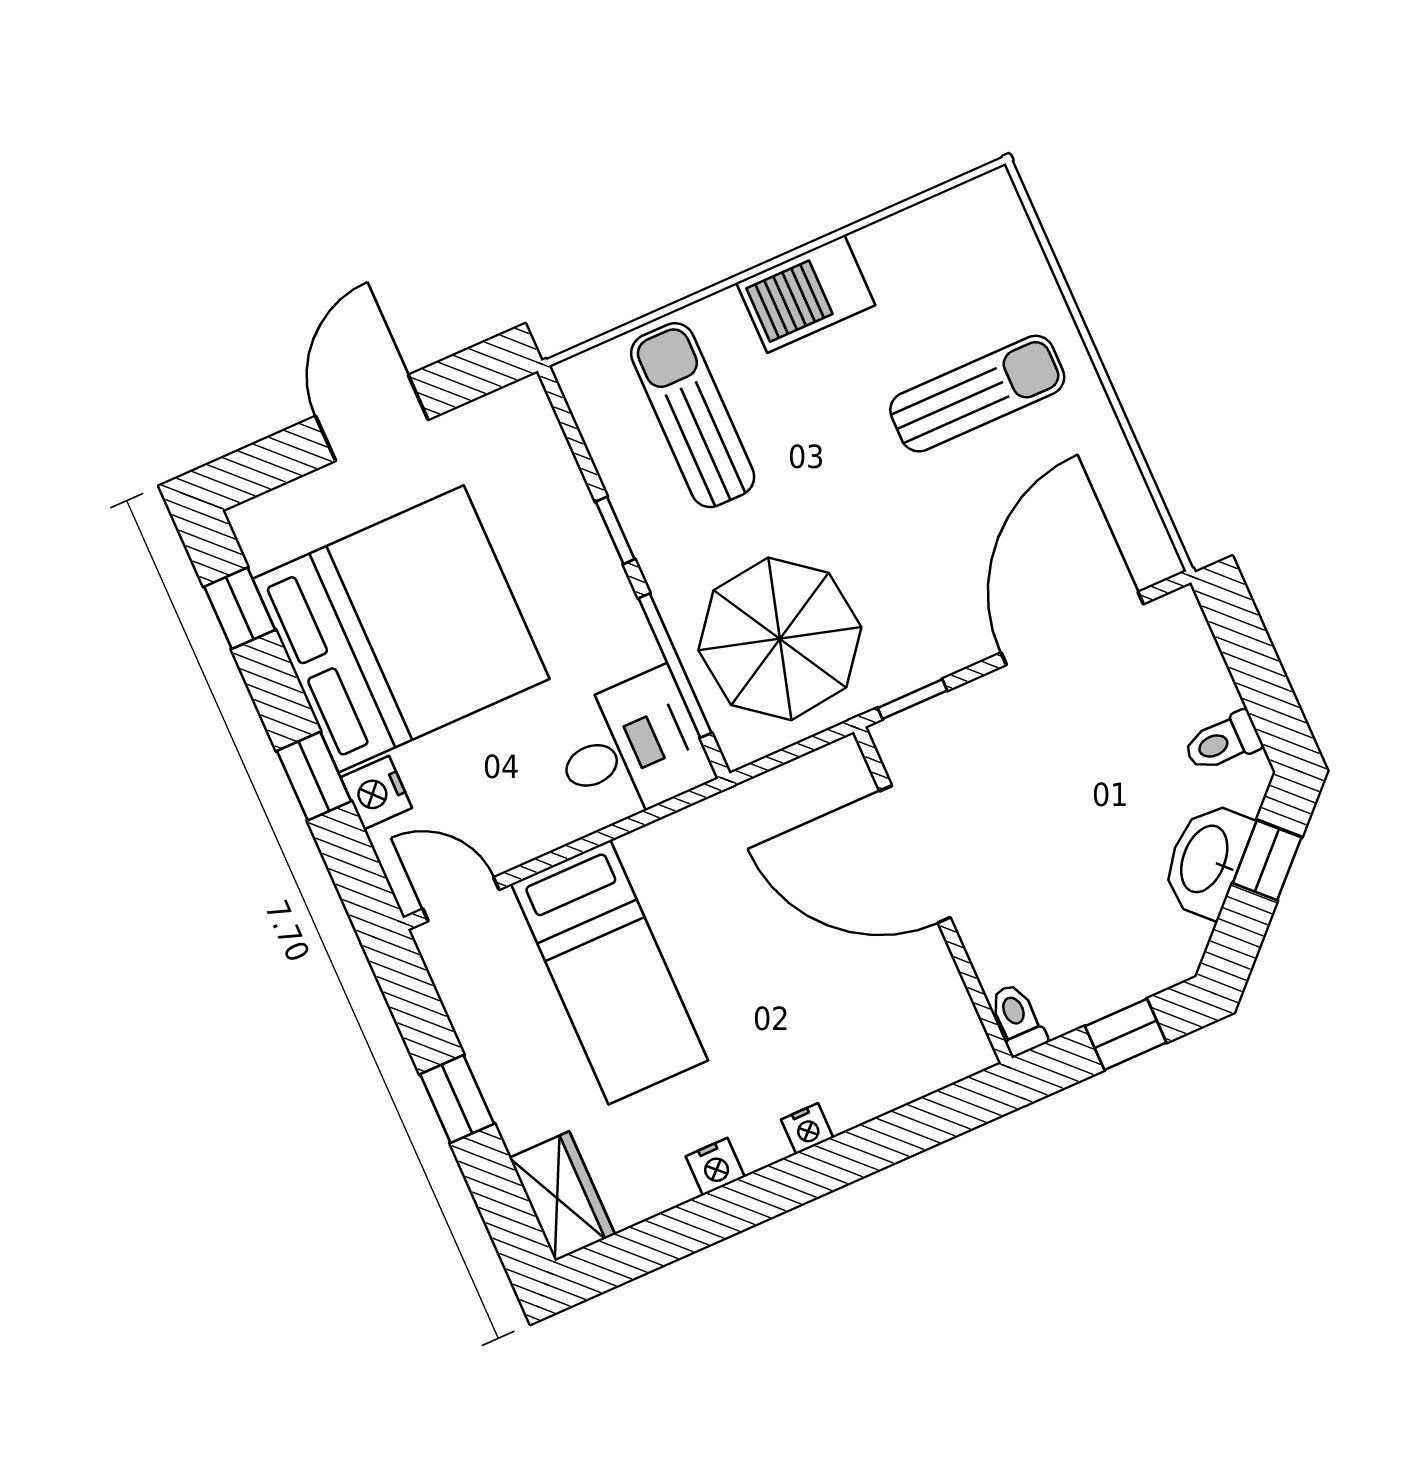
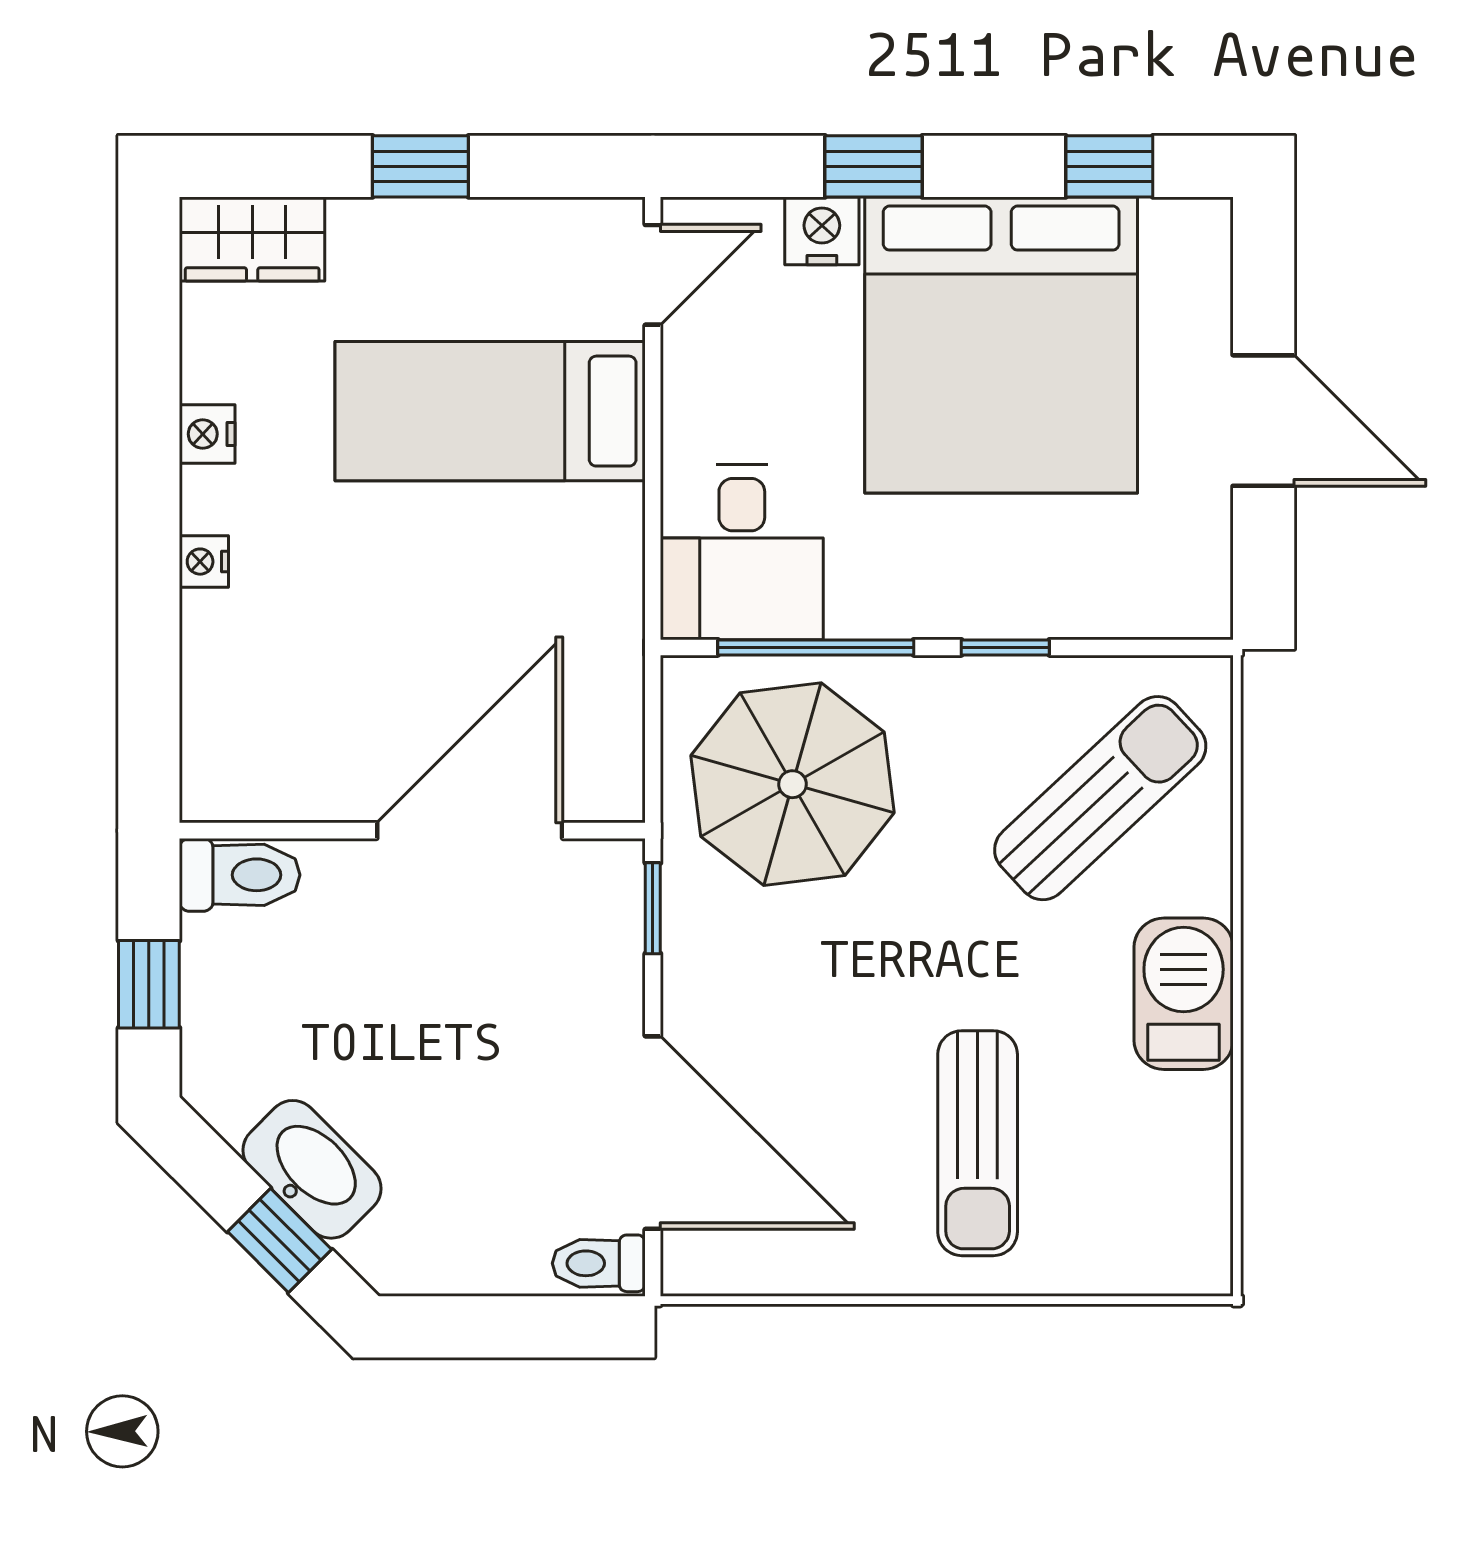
sun lounger: (693, 415) -> (1100, 798), turned -43
toilet: (1223, 742) -> (599, 1263), moved, turned -90
toilet: (1017, 1019) -> (240, 875), width x1.37, depth x1.39

